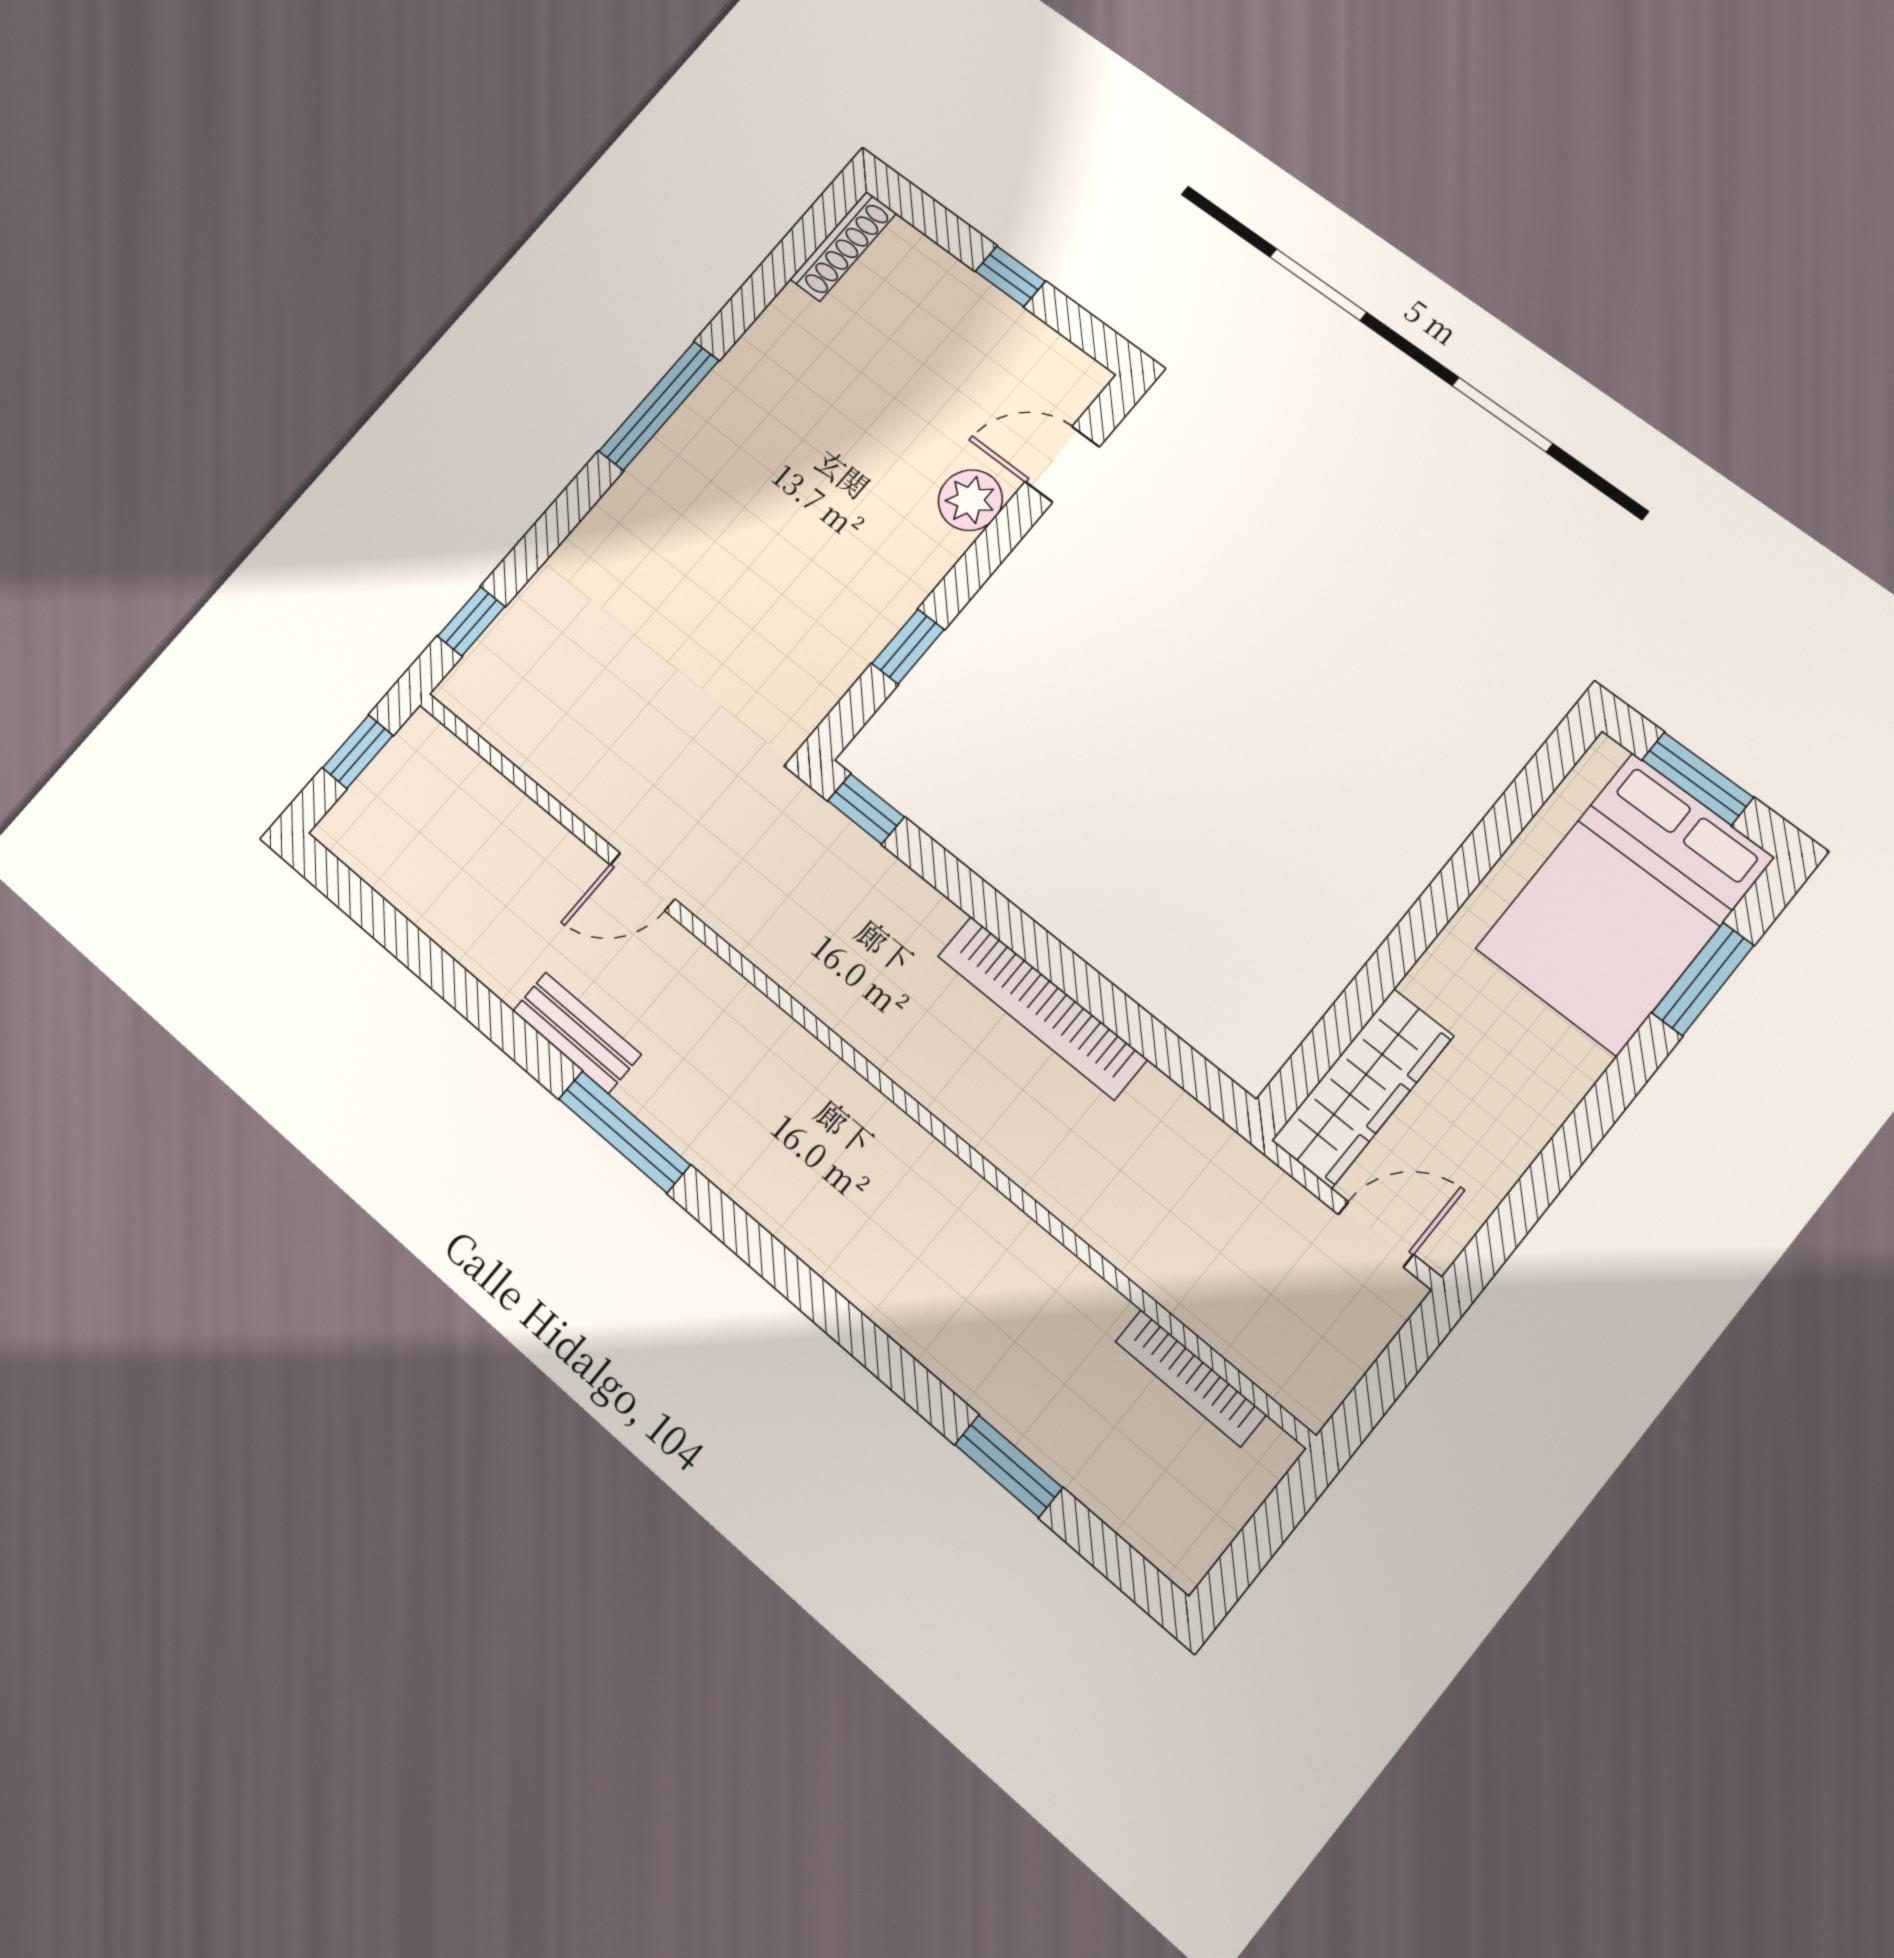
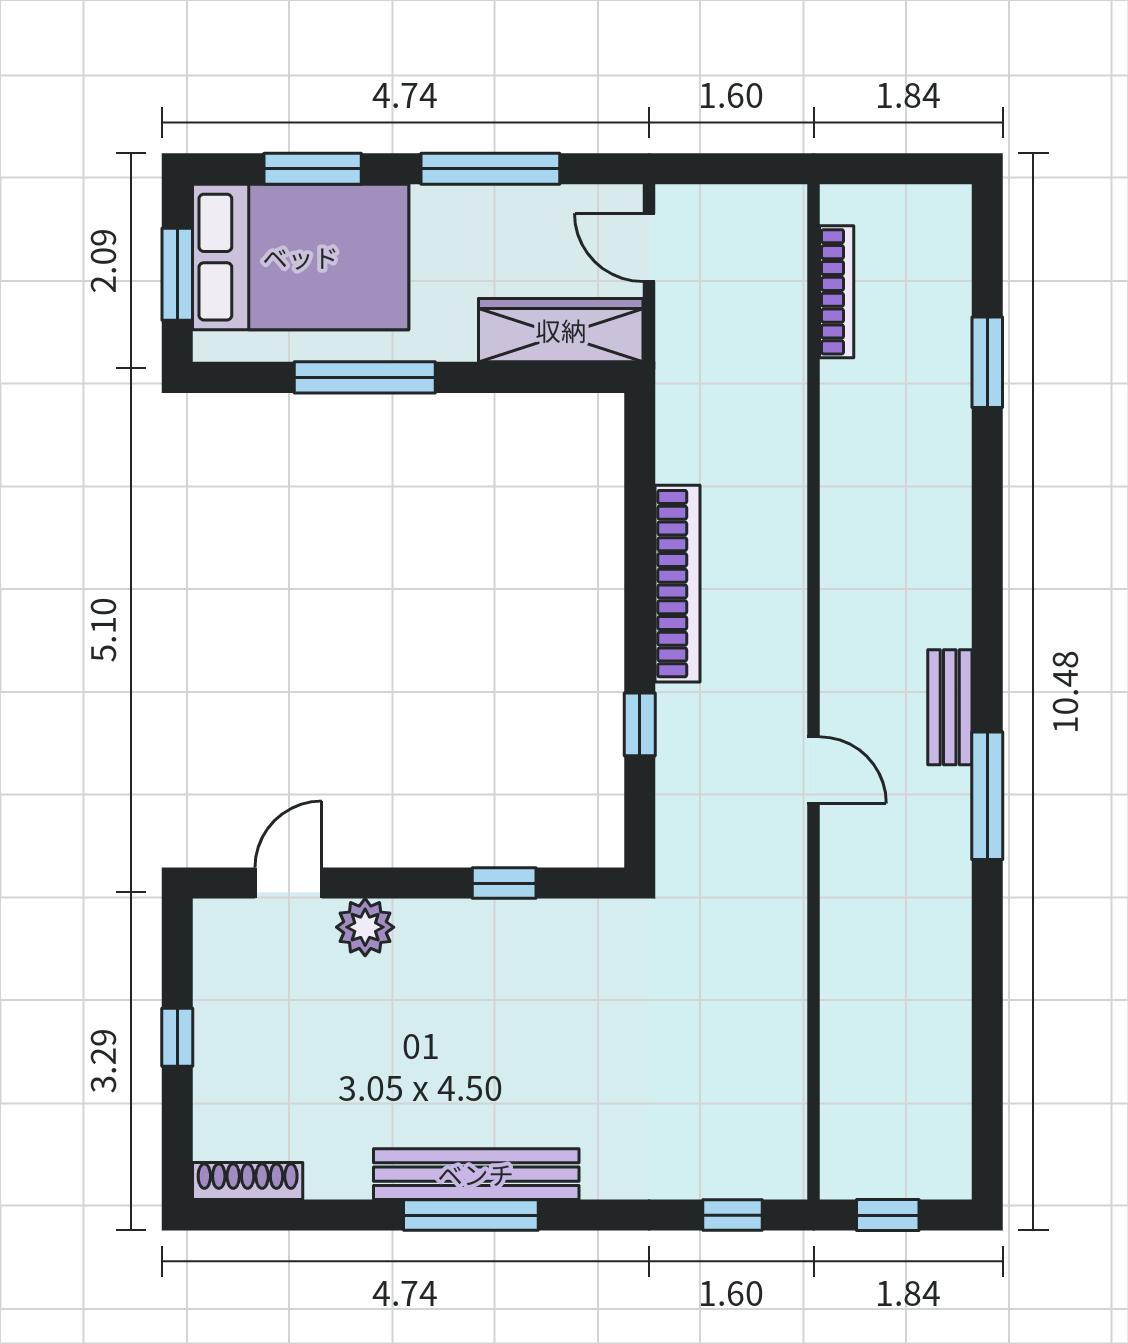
bench: (688, 436) -> (476, 1174), added
door: (1062, 464) -> (288, 883), swing flipped
window: (866, 809) -> (640, 724), moved
window: (1463, 874) -> (365, 377), added
door: (642, 882) -> (814, 770), moved
bench: (577, 1033) -> (950, 707), moved
window: (1572, 1145) -> (490, 169), added

